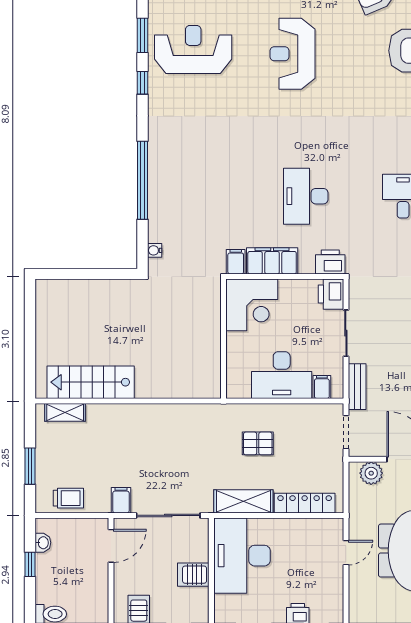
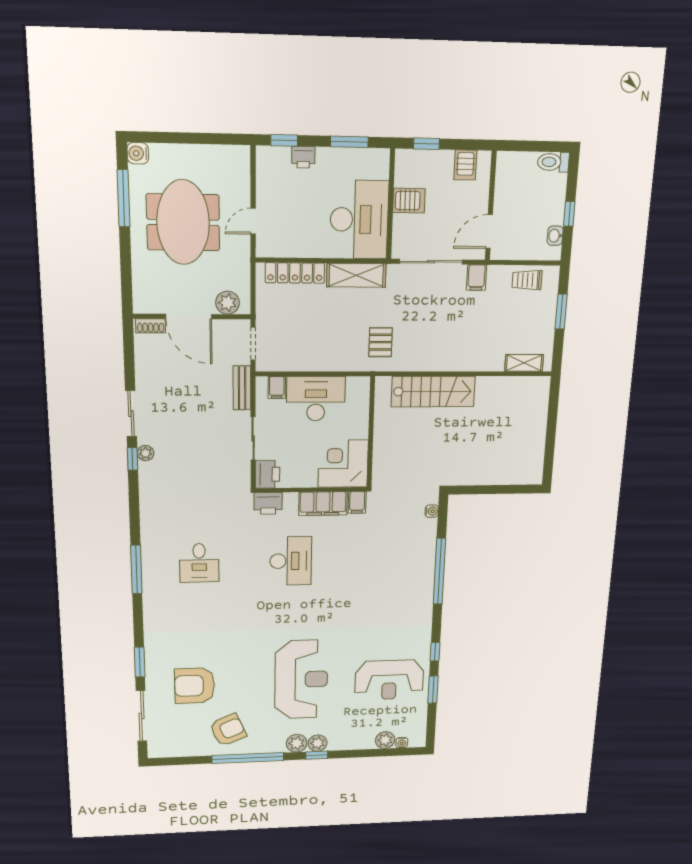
reception desk: (292, 54) -> (301, 679), width x1.36, depth x1.30
stairs: (91, 382) -> (433, 392), moved
pallet: (258, 443) -> (381, 342), moved, turned 90

